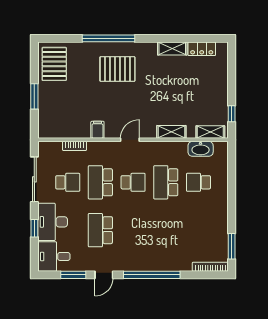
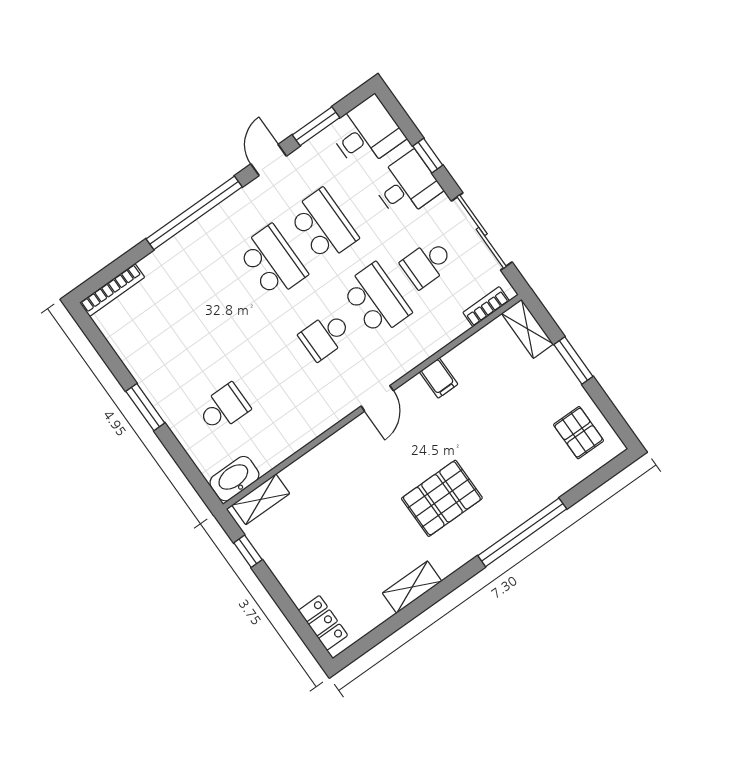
locker: (202, 49) -> (323, 623), moved, turned 90
pallet: (54, 64) -> (579, 433), width x0.67, depth x0.71
pallet: (117, 69) -> (442, 498), moved
shelving: (171, 132) -> (527, 329), moved, turned 90
bookcase: (74, 146) -> (486, 307), moved
washbasin: (201, 149) -> (234, 479), moved
school desk: (166, 182) -> (272, 261), moved
desk: (53, 222) -> (407, 186), width x0.73
window: (232, 246) -> (145, 407), moved

